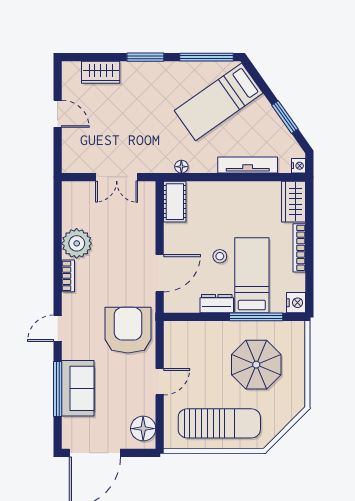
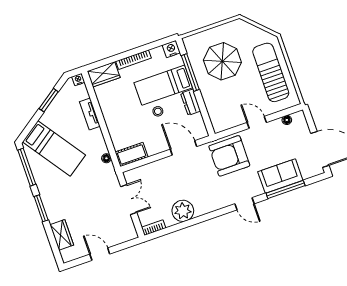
door: (58, 114) -> (100, 254), hinge flipped
tv unit: (248, 165) -> (90, 114), width x0.71
bookcase: (68, 276) -> (154, 228), moved
floor lamp: (143, 429) -> (287, 120), width x0.53, depth x0.53

